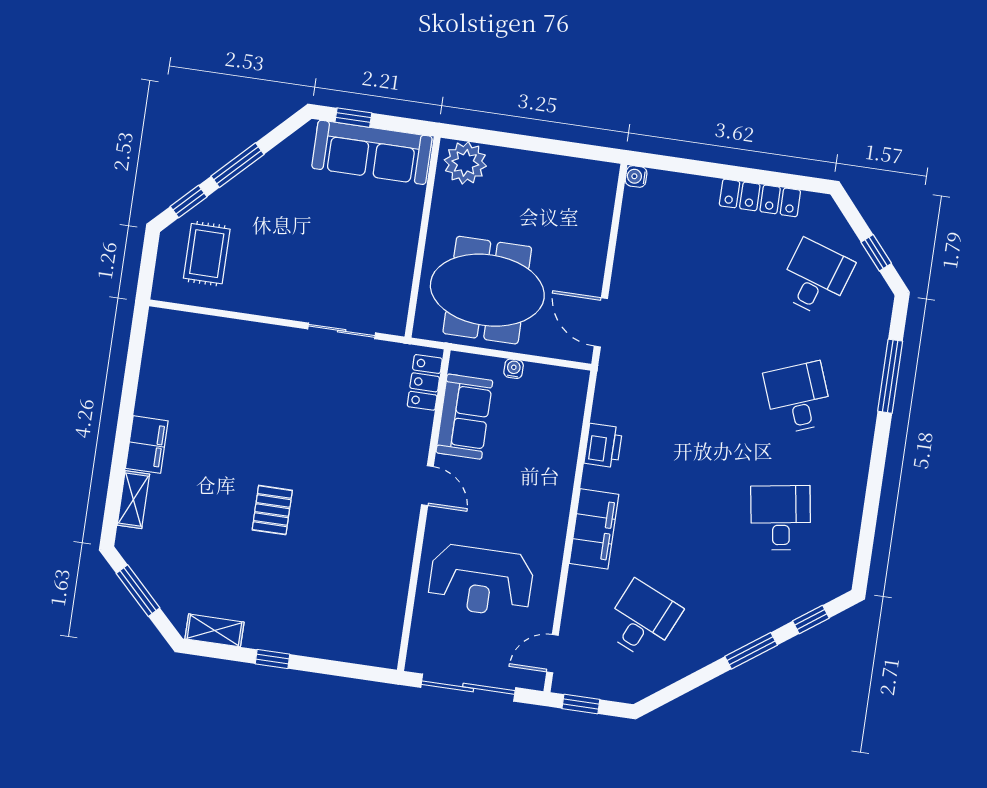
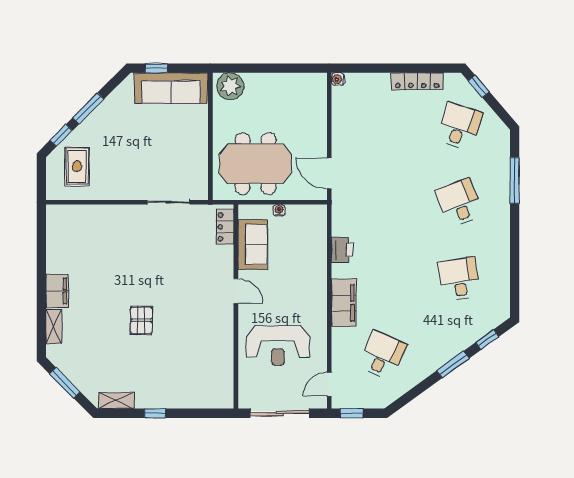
window: (876, 253) -> (479, 86), moved

